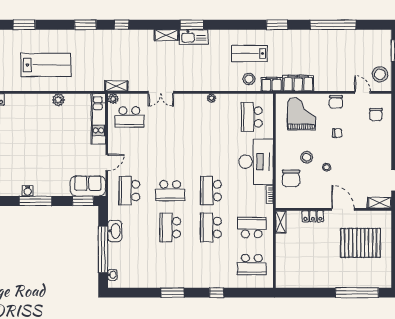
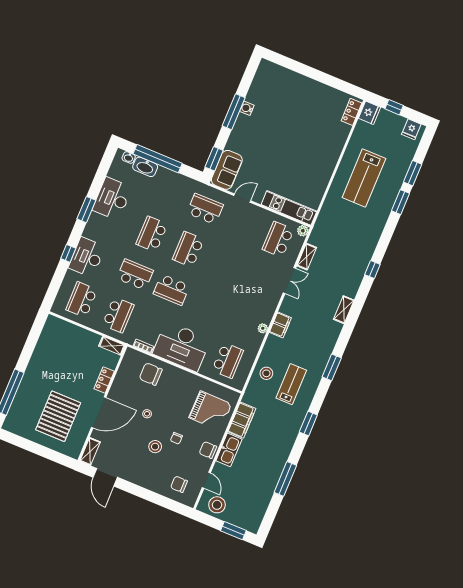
window: (85, 25) -> (401, 202), moved
window: (192, 25) -> (332, 367), moved
window: (333, 25) -> (285, 479), width x0.68
kitchen sink: (194, 37) -> (229, 450), moved, turned 180
filing cabinet: (272, 84) -> (280, 325), moved
shelving: (116, 86) -> (307, 257), moved
double door: (161, 92) -> (289, 281), swing flipped
door: (363, 92) -> (206, 480), hinge flipped
plant: (58, 100) -> (324, 176), removed
school desk: (252, 117) -> (228, 360), turned 90
stool: (307, 157) -> (155, 447), moved
door: (107, 163) -> (242, 198), swing flipped
school desk: (211, 191) -> (171, 290), turned 180
door: (343, 209) -> (99, 412), width x1.36
school desk: (170, 228) -> (152, 234), turned -90
washbasin: (115, 231) -> (145, 167), moved
desk: (154, 274) -> (112, 199), added
desk: (213, 275) -> (87, 257), added

